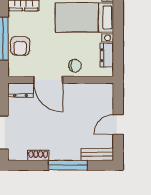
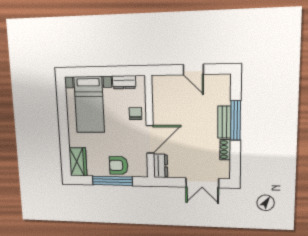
armchair: (20, 46) -> (119, 165), turned 180
bench: (97, 154) -> (224, 122), moved

